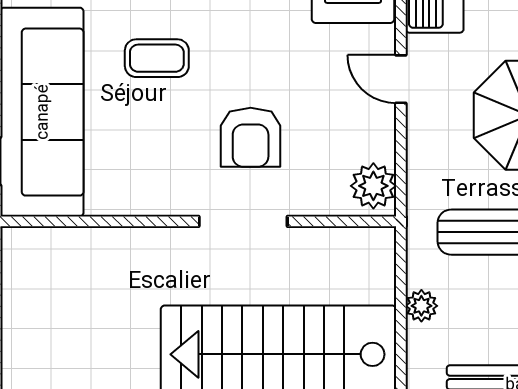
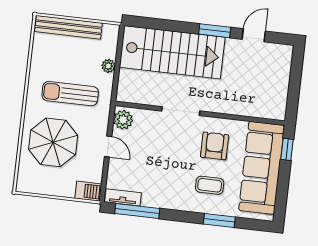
door: (401, 79) -> (108, 147), moved
armchair: (251, 137) -> (215, 146), moved

